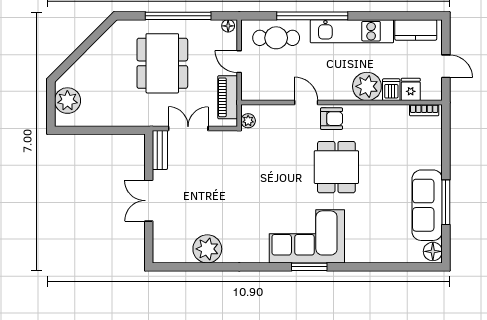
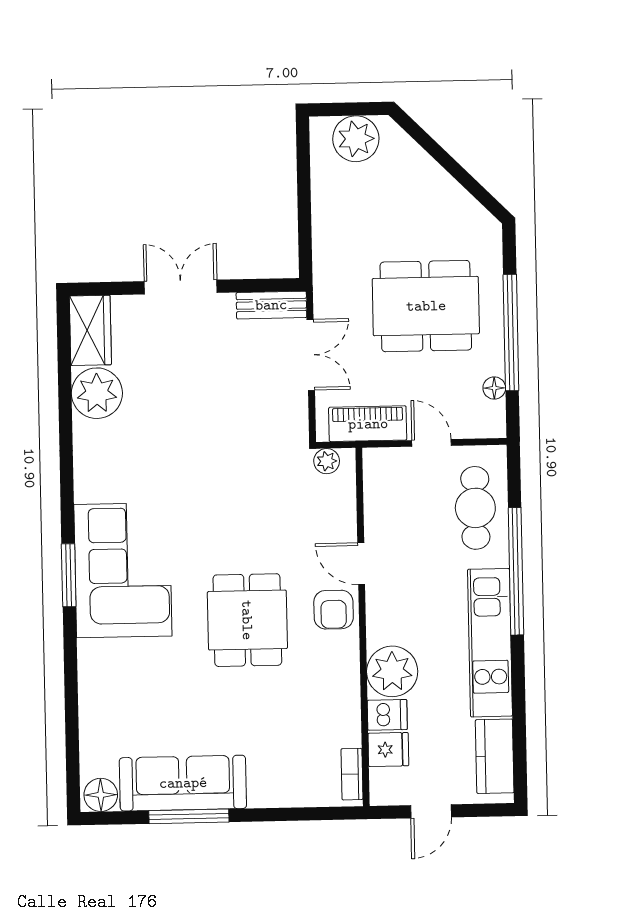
floor lamp: (228, 26) -> (494, 388), moved
door: (239, 62) -> (431, 443), hinge flipped
door: (306, 103) -> (361, 564), swing flipped
dining table: (336, 167) -> (247, 620), turned 90
wardrobe: (172, 252) -> (90, 330), added

